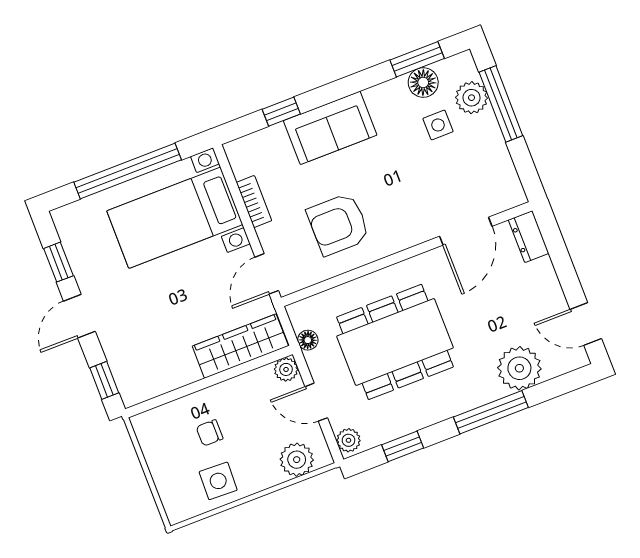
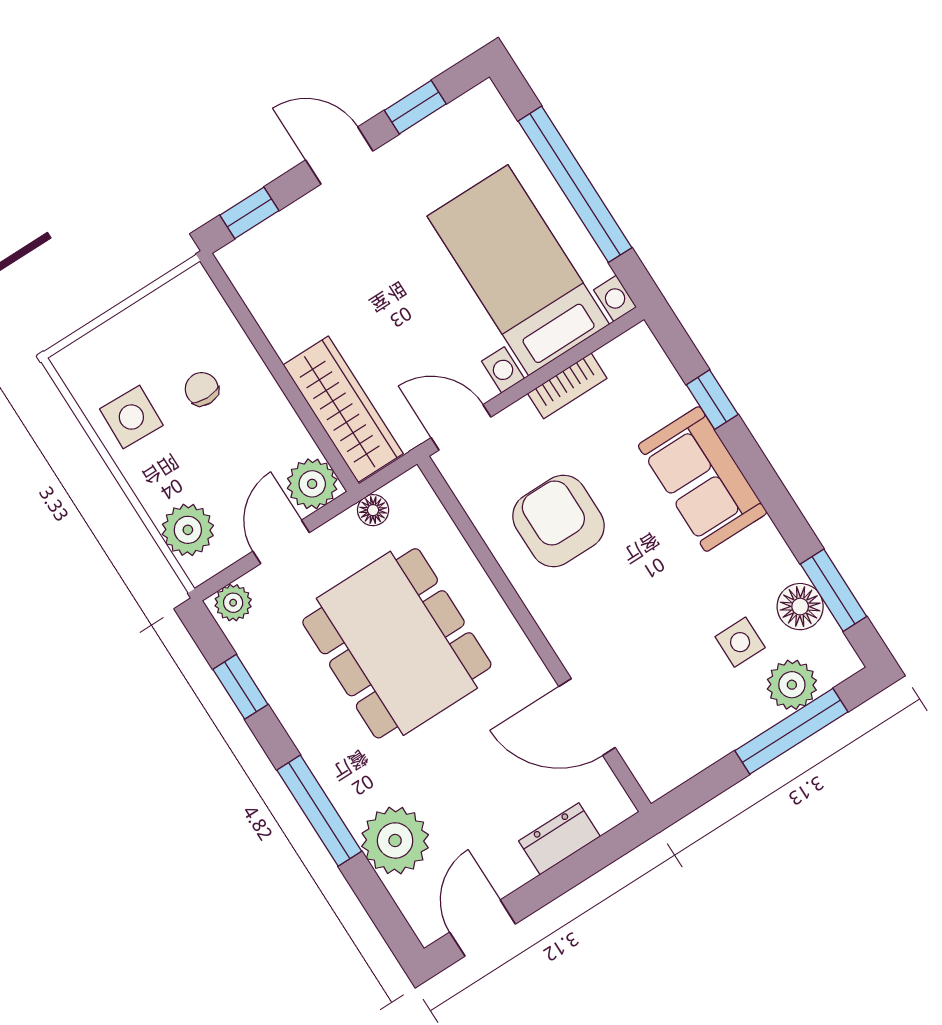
dresser: (529, 237) -> (559, 839), moved
plant: (286, 369) -> (312, 484), width x1.38, depth x1.38

